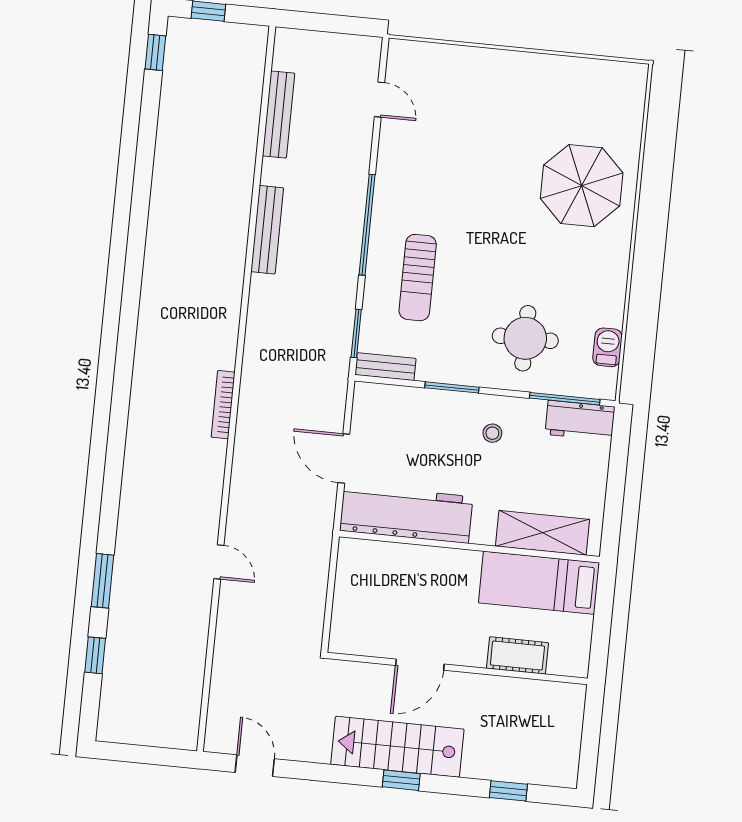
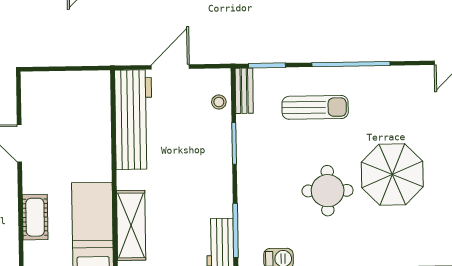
parasol: (582, 186) -> (392, 175), moved
sun lounger: (418, 278) -> (315, 107), turned 180
round table: (525, 338) -> (328, 191), moved
stool: (492, 433) -> (219, 102), moved

